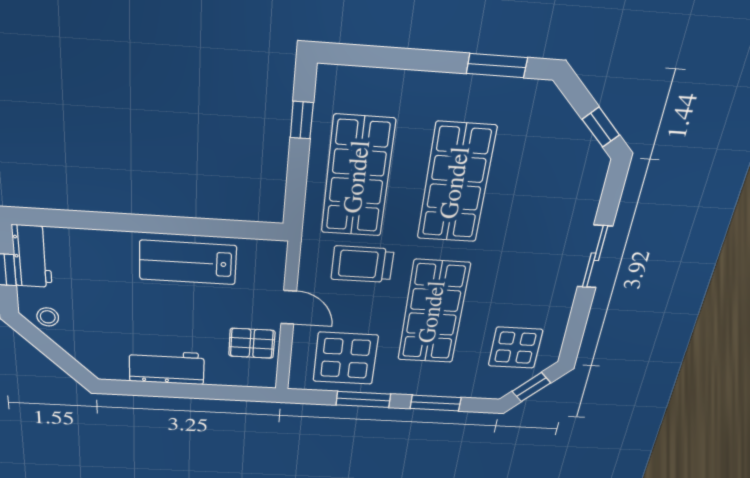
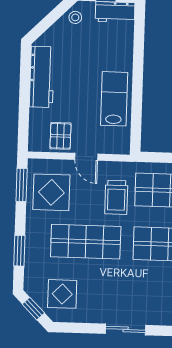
trolley: (362, 264) -> (116, 197), turned 180
door: (289, 307) -> (86, 157), hinge flipped
workbench: (167, 367) -> (42, 77), width x1.38
window: (363, 399) -> (22, 185), moved

